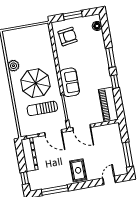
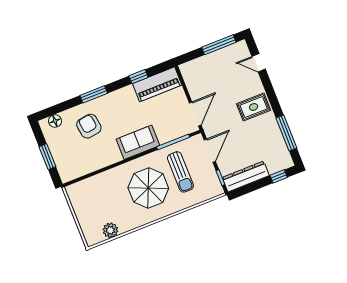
armchair: (68, 37) -> (89, 126), moved
plant: (13, 66) -> (110, 230), moved
window: (115, 82) -> (138, 77), moved

